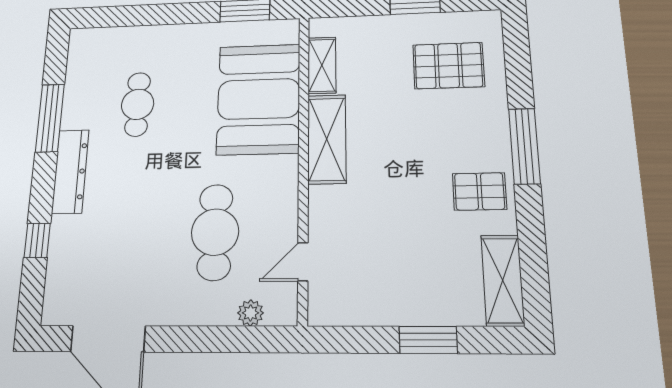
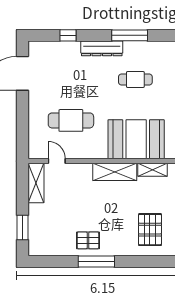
window: (524, 146) -> (96, 261), moved
pallet: (479, 191) -> (88, 240), turned 90
shelving: (503, 280) -> (36, 183), moved, turned 90
plant: (250, 313) -> (34, 138), removed
window: (428, 340) -> (22, 227), moved

